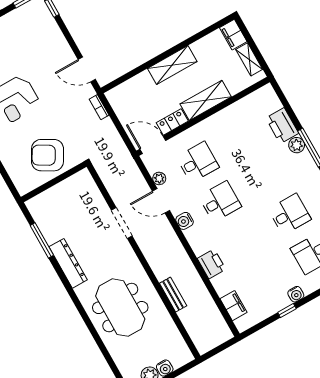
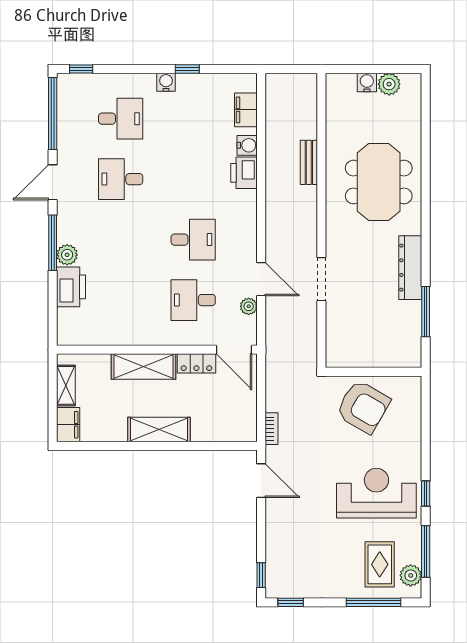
desk: (220, 202) -> (193, 240), turned 180
water cooler: (184, 221) -> (247, 145), moved

